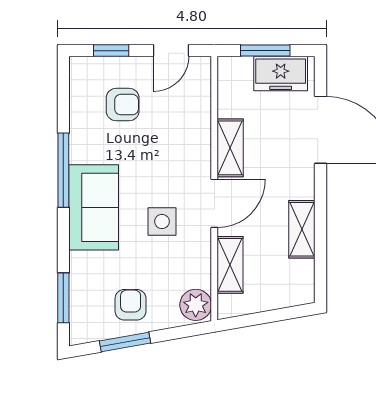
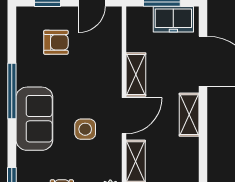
shelving: (302, 229) -> (189, 115), moved

